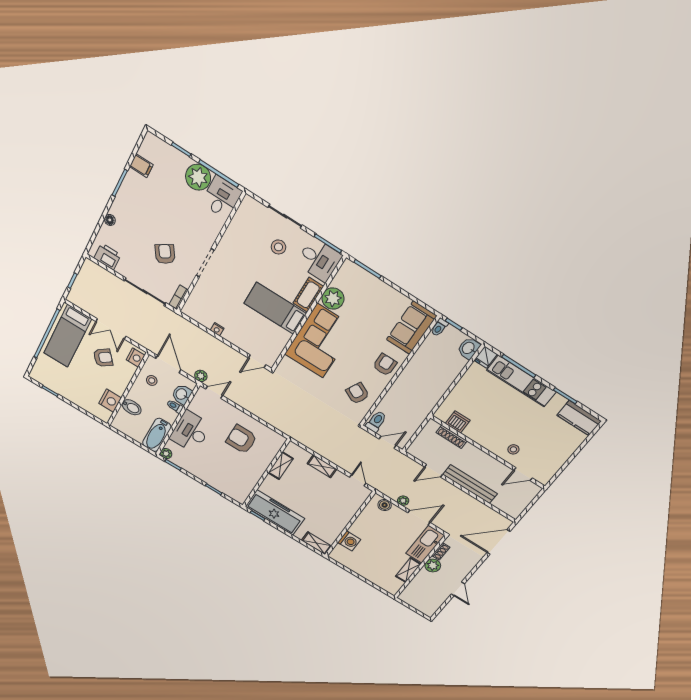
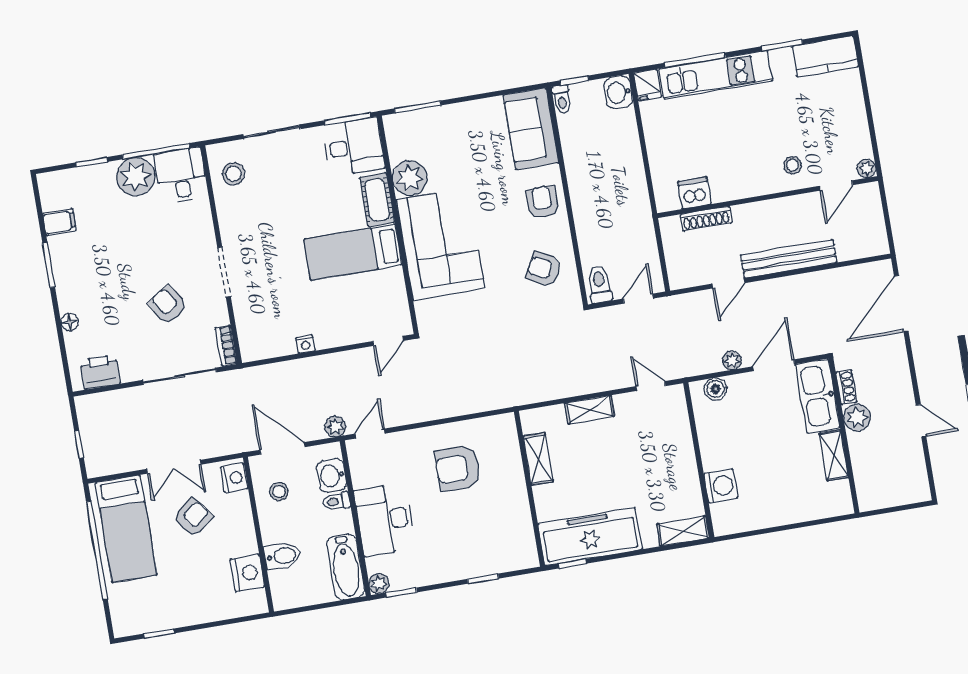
stool: (278, 247) -> (234, 174), moved
plant: (544, 479) -> (867, 168), added

